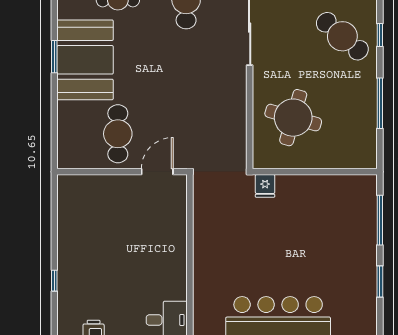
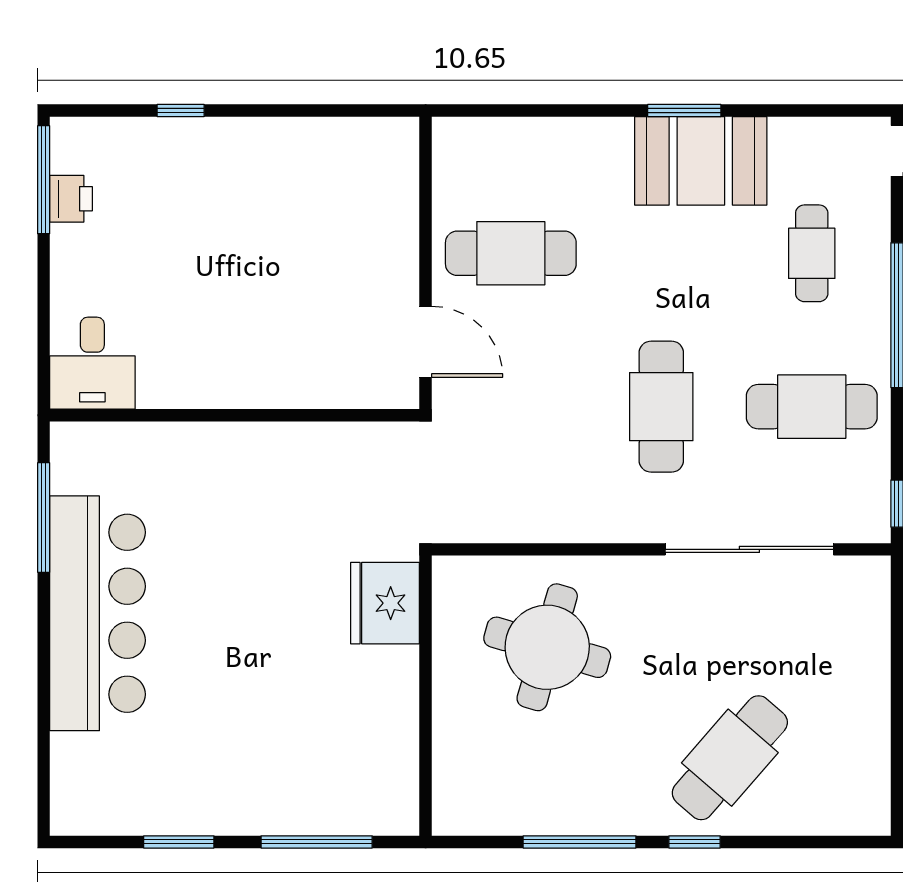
window: (380, 35) -> (695, 842), moved
booth: (85, 60) -> (701, 161), width x0.73, depth x0.70
cafe table: (186, 67) -> (661, 407), added
fridge: (265, 186) -> (385, 603), width x1.88, depth x1.34

